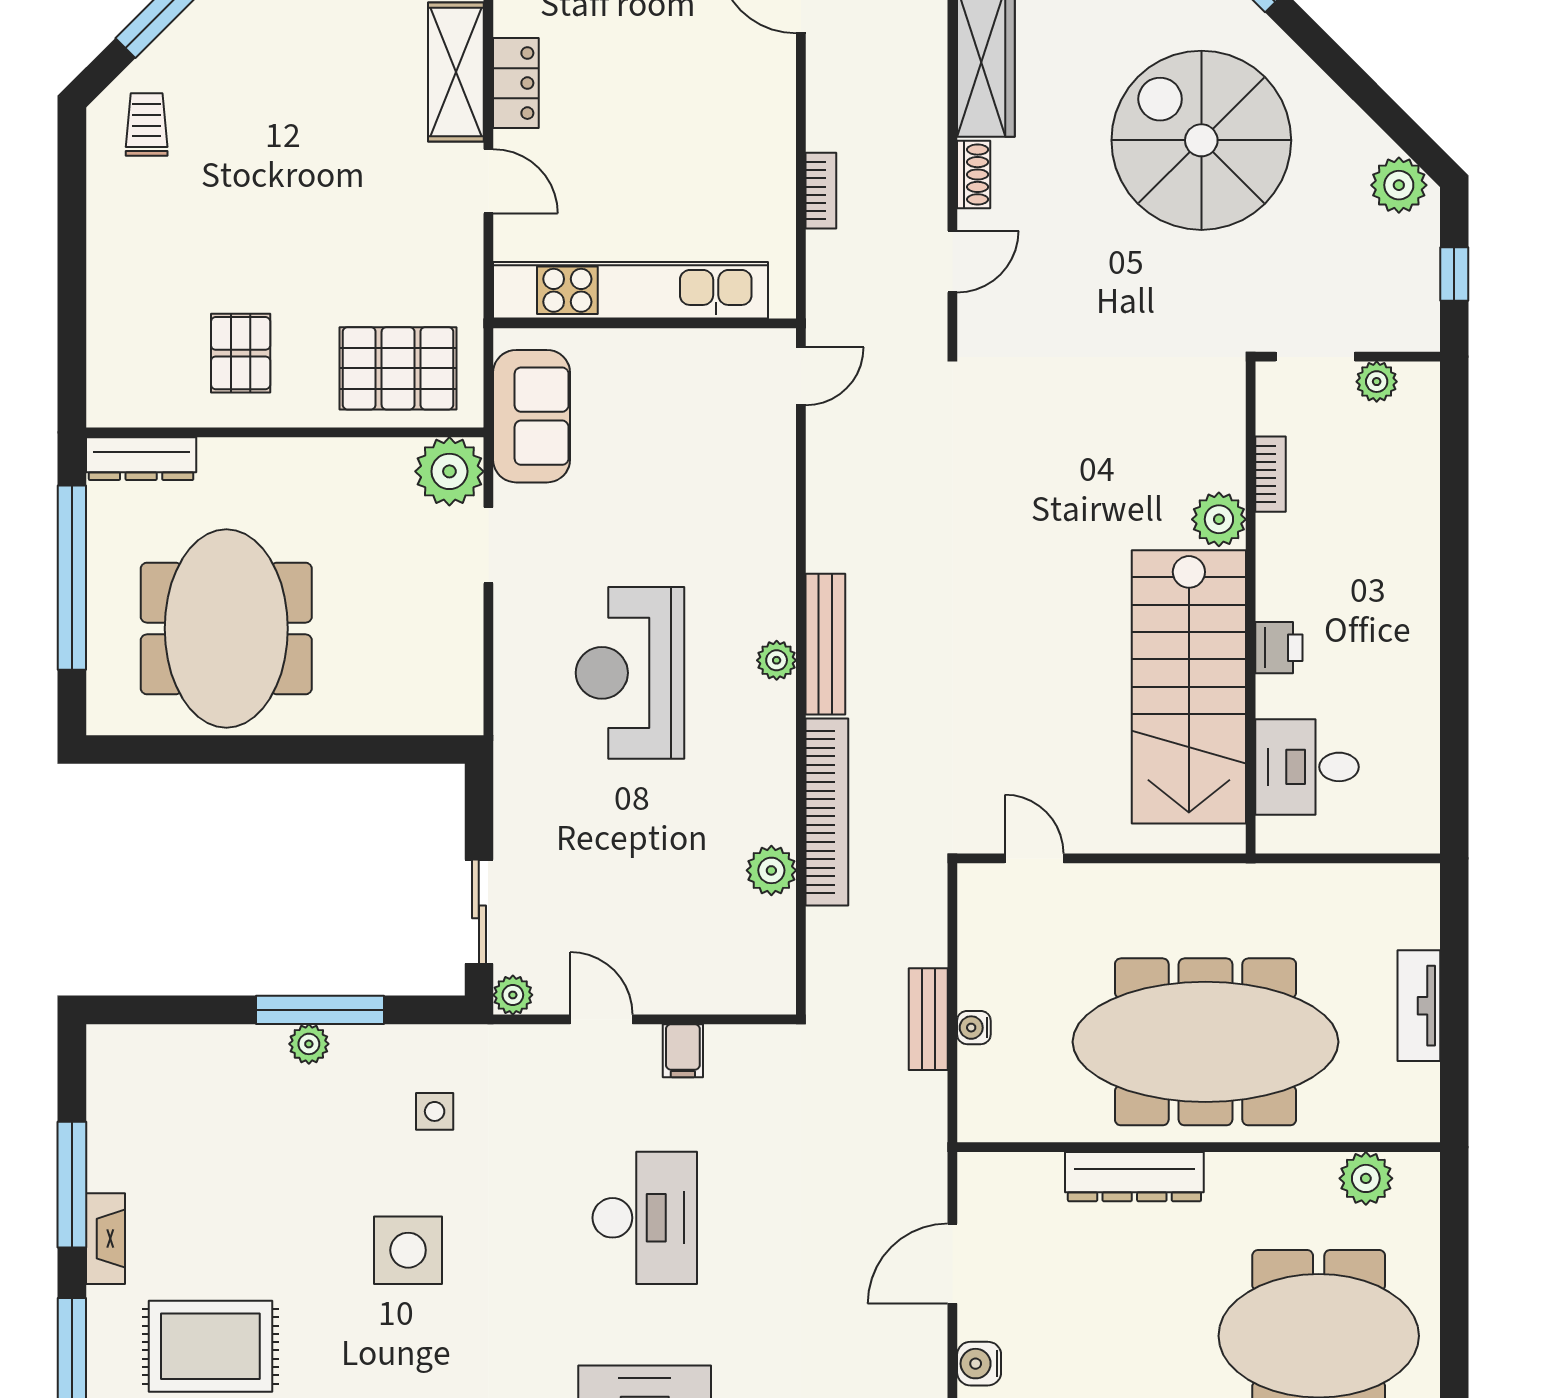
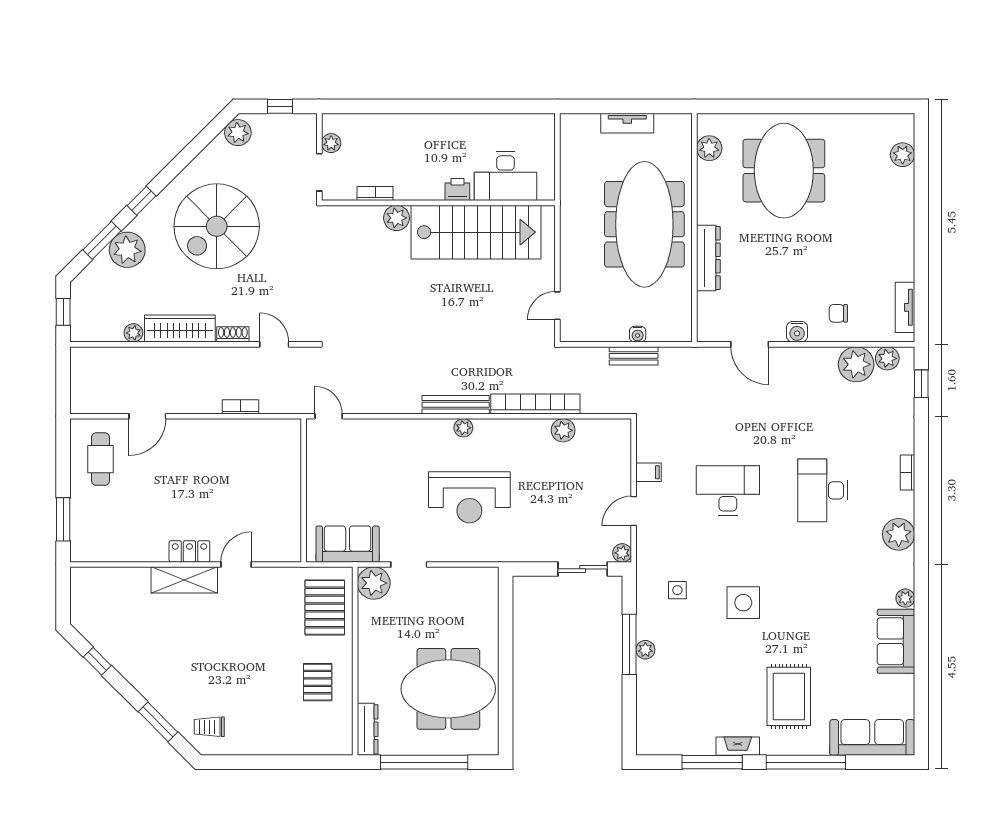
kitchen unit: (631, 290) -> (288, 497), removed
pallet: (241, 353) -> (318, 682), turned 90
desk: (1307, 767) -> (506, 176), width x1.37

